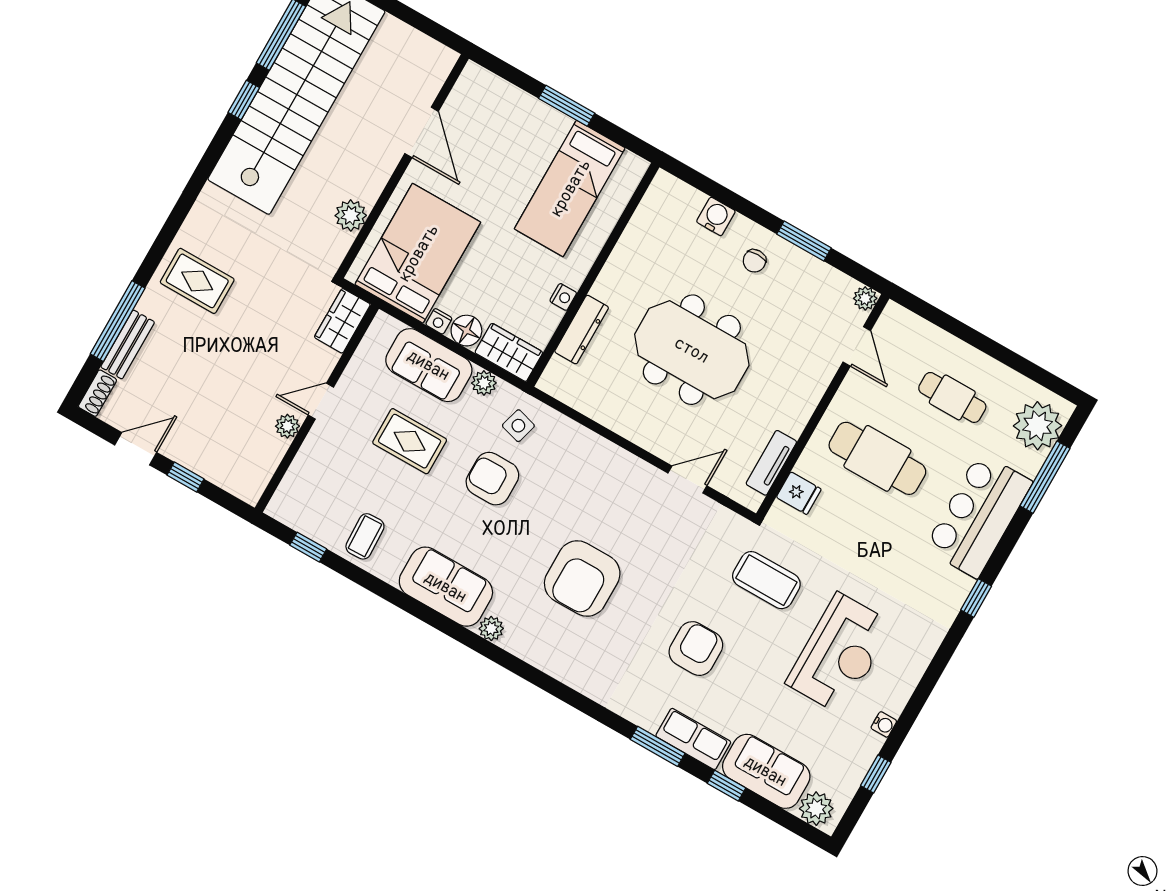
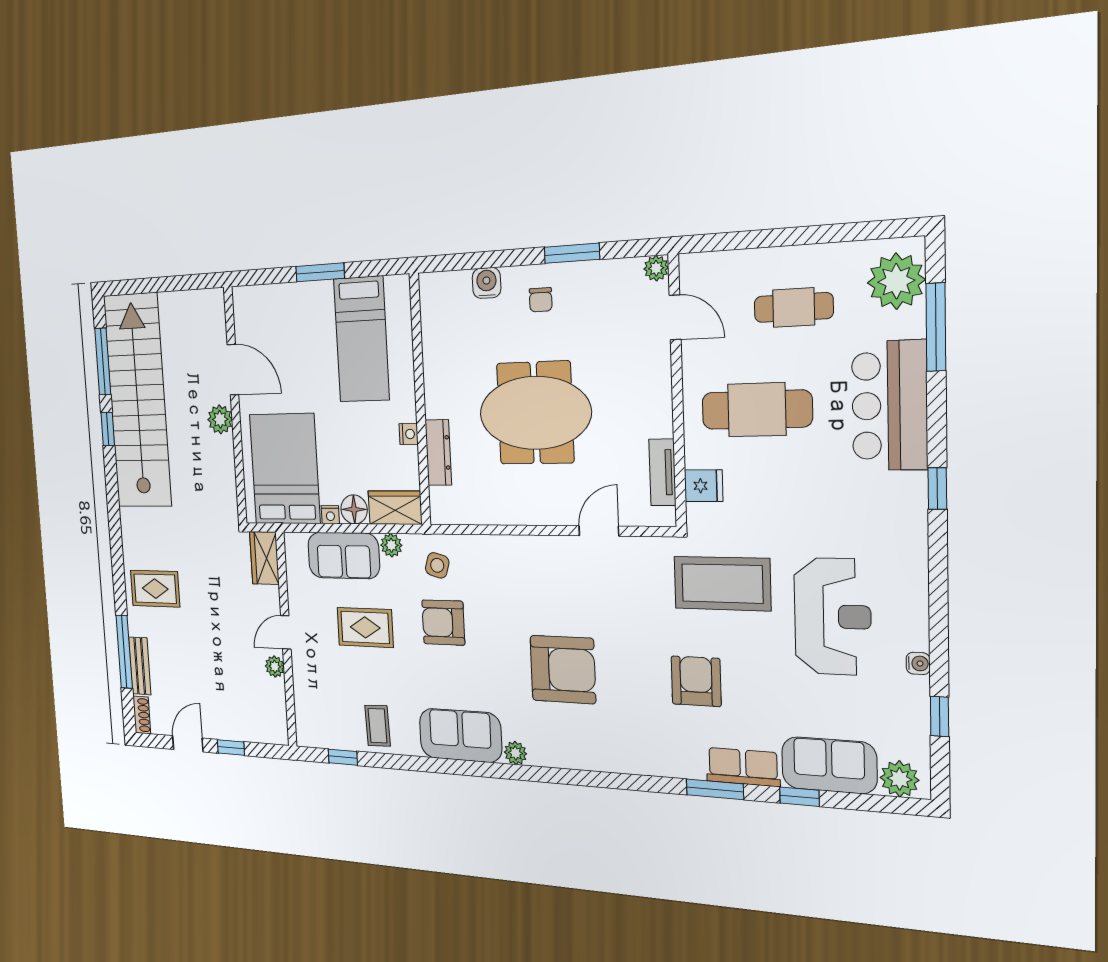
plant: (351, 215) -> (220, 419), moved
armchair: (582, 578) -> (563, 670), turned -90
coffee table: (766, 580) -> (722, 584), width x1.36, depth x1.32

